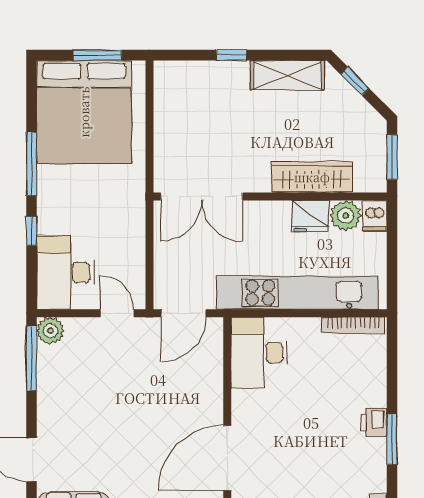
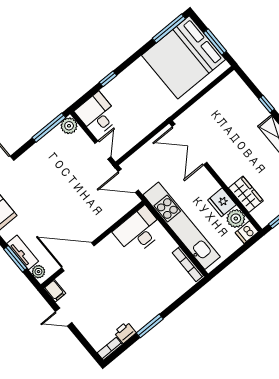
window: (32, 164) -> (169, 28), moved
wardrobe: (312, 177) -> (246, 194), width x0.67
desk: (66, 273) -> (97, 114), width x0.73
printer: (374, 422) -> (125, 332), moved

